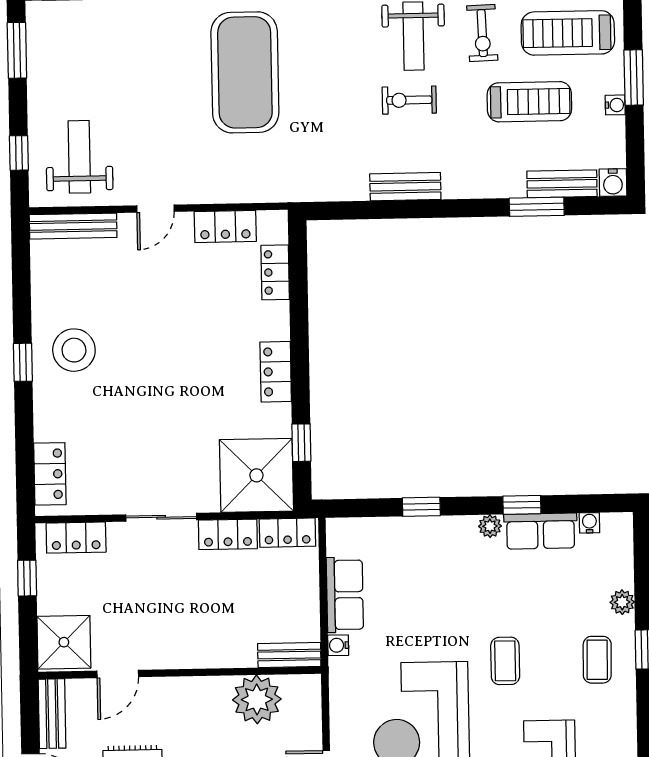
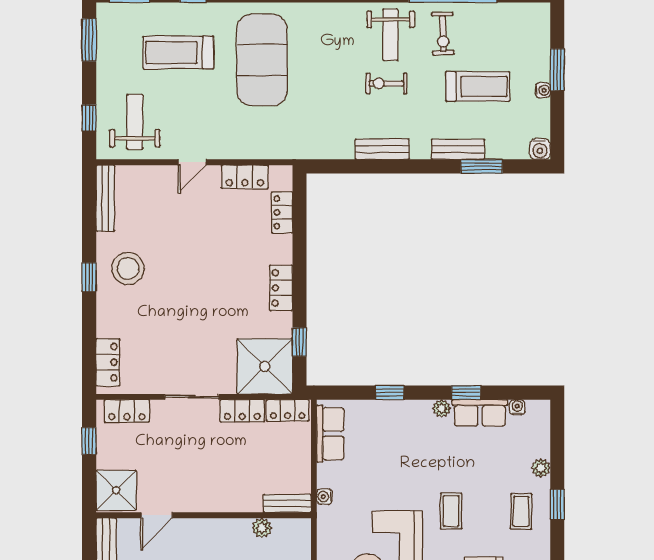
treadmill: (568, 33) -> (178, 52), moved
bench: (562, 184) -> (458, 149), moved
bench: (73, 226) -> (105, 198), moved, turned 90
row of seats: (345, 595) -> (330, 434), moved
plant: (257, 699) -> (262, 528), width x0.53, depth x0.53

